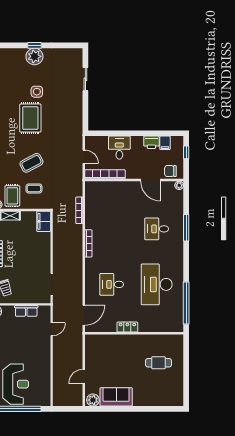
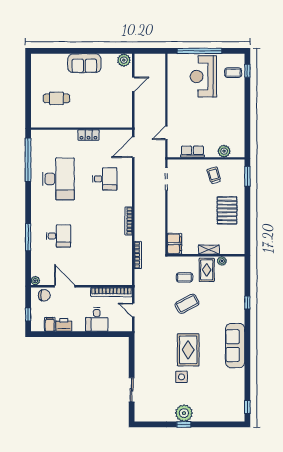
sofa: (116, 397) -> (84, 63), moved

